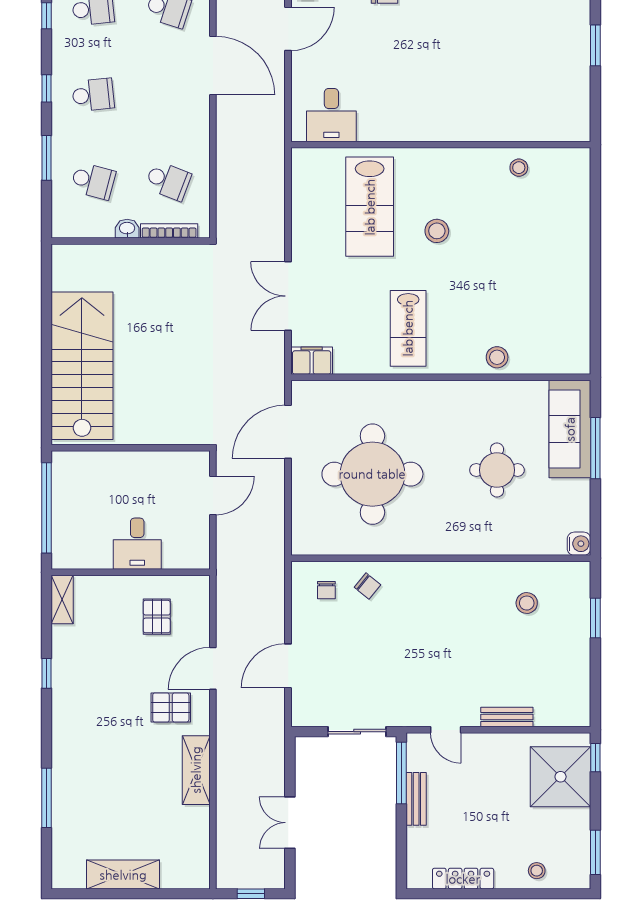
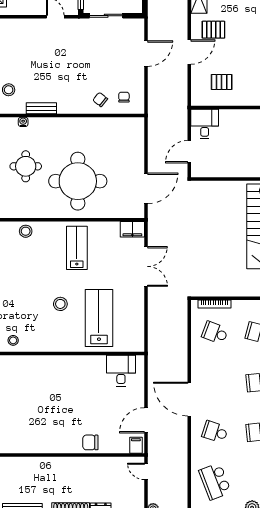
washbasin: (127, 229) -> (239, 305), removed
round table: (372, 474) -> (78, 181), moved
desk: (137, 544) -> (205, 124), moved
water cooler: (501, 547) -> (23, 122), added
pallet: (157, 617) -> (222, 82), turned 90
bench: (507, 717) -> (41, 108), moved

